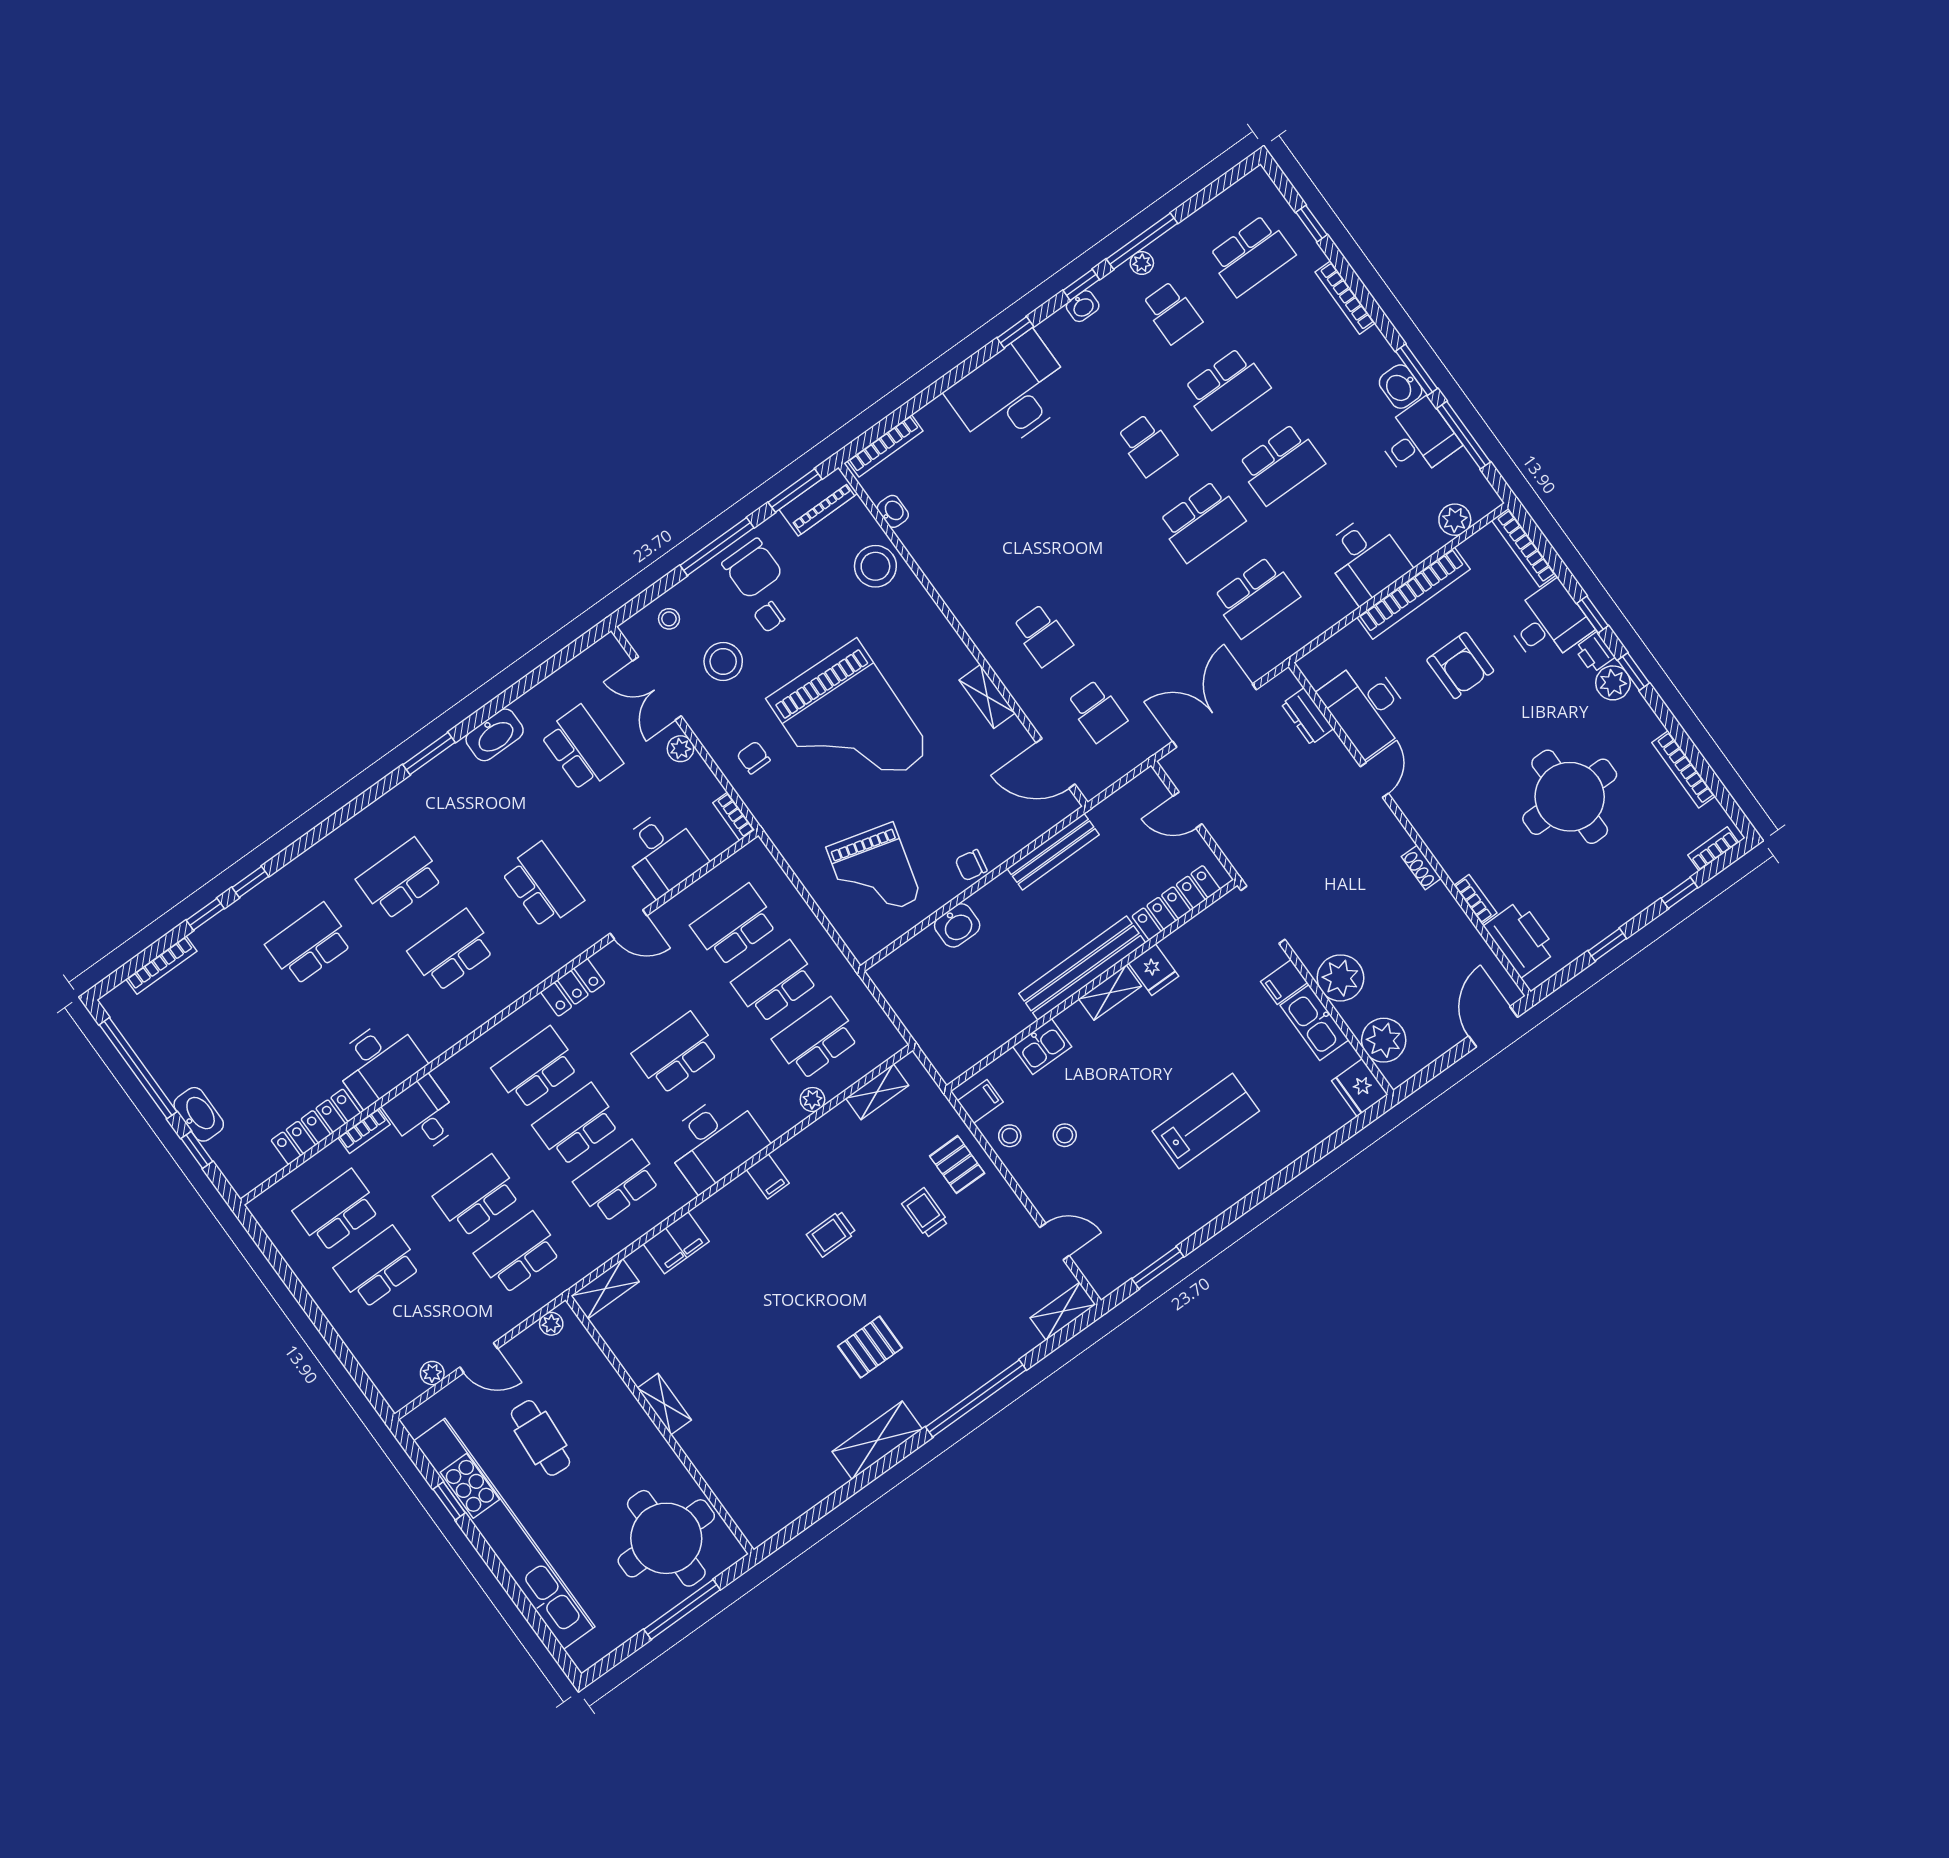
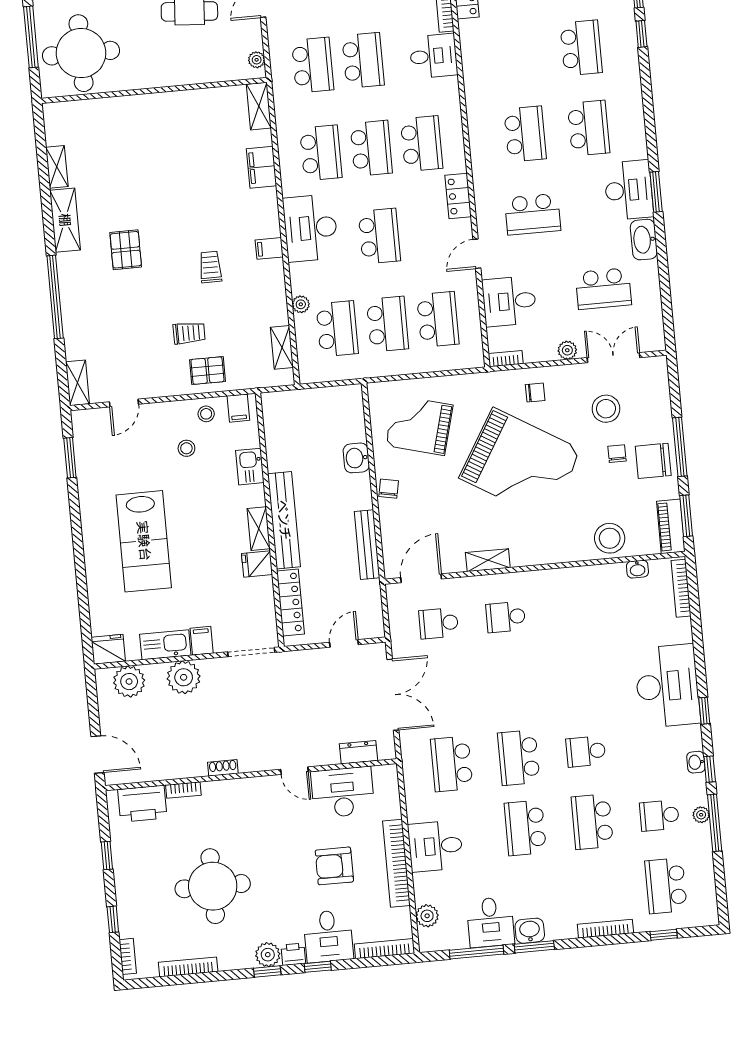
stool: (669, 619) -> (652, 391), removed
grand piano: (849, 725) -> (520, 464), turned -151
desk: (378, 1062) -> (629, 190), moved, turned 180
lab bench: (1206, 1121) -> (144, 541), width x1.36, depth x1.39
shelving: (664, 1404) -> (57, 167), moved, turned 90

